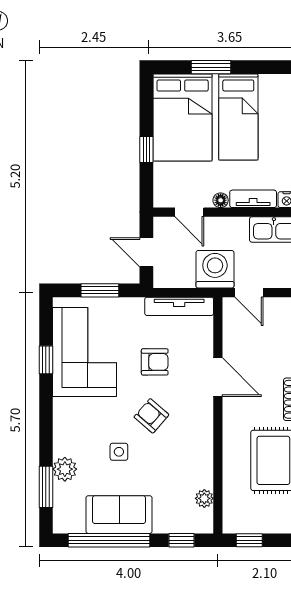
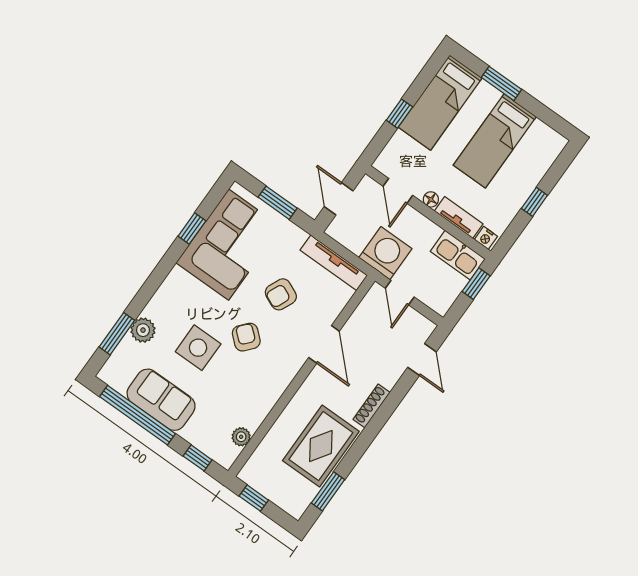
bed: (183, 117) -> (440, 103), width x0.67
armchair: (155, 362) -> (281, 294), turned 114
side table: (119, 452) -> (198, 348), width x1.87, depth x1.87

